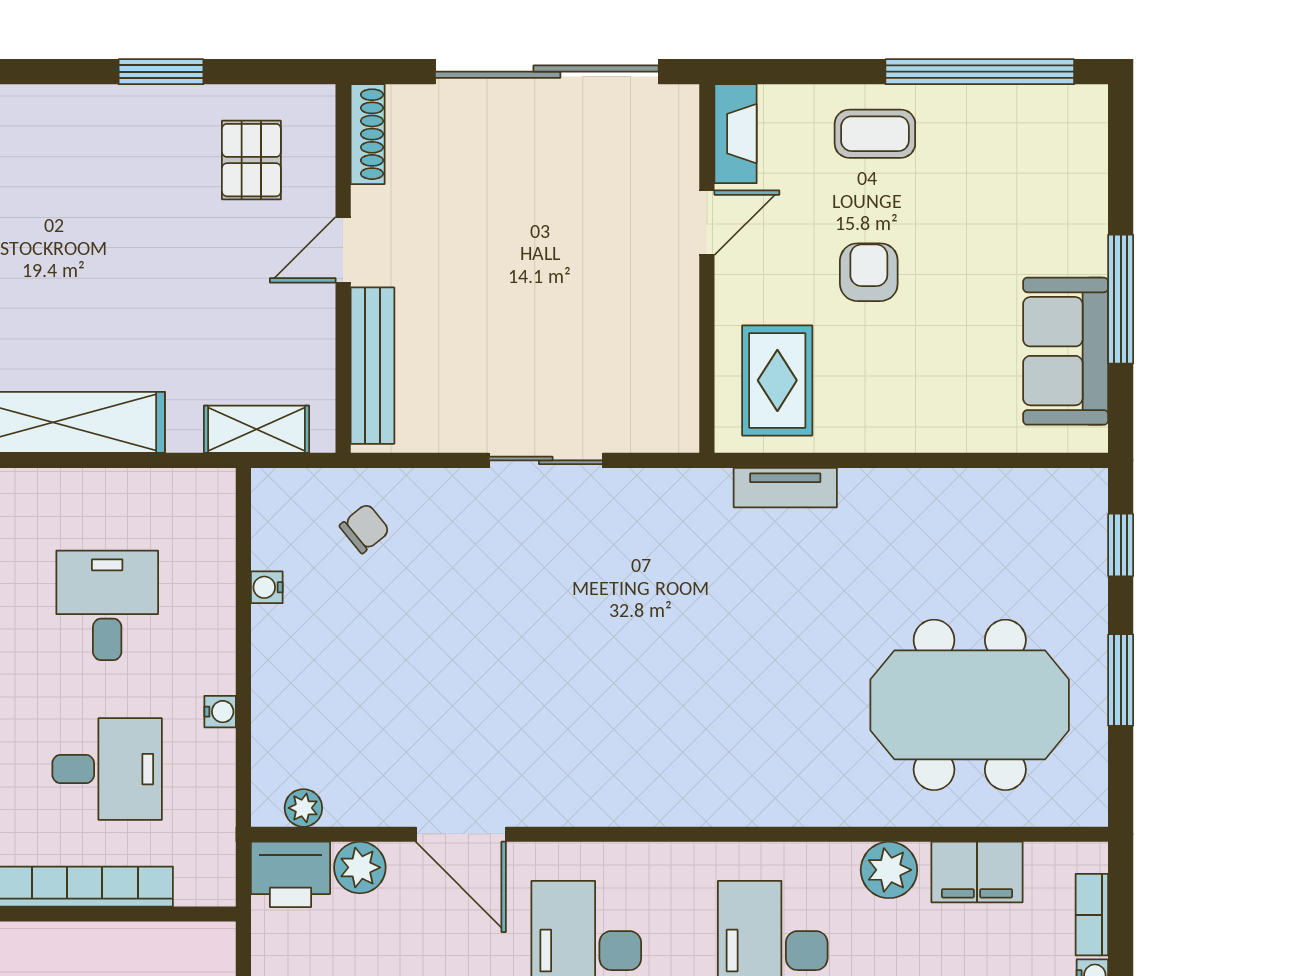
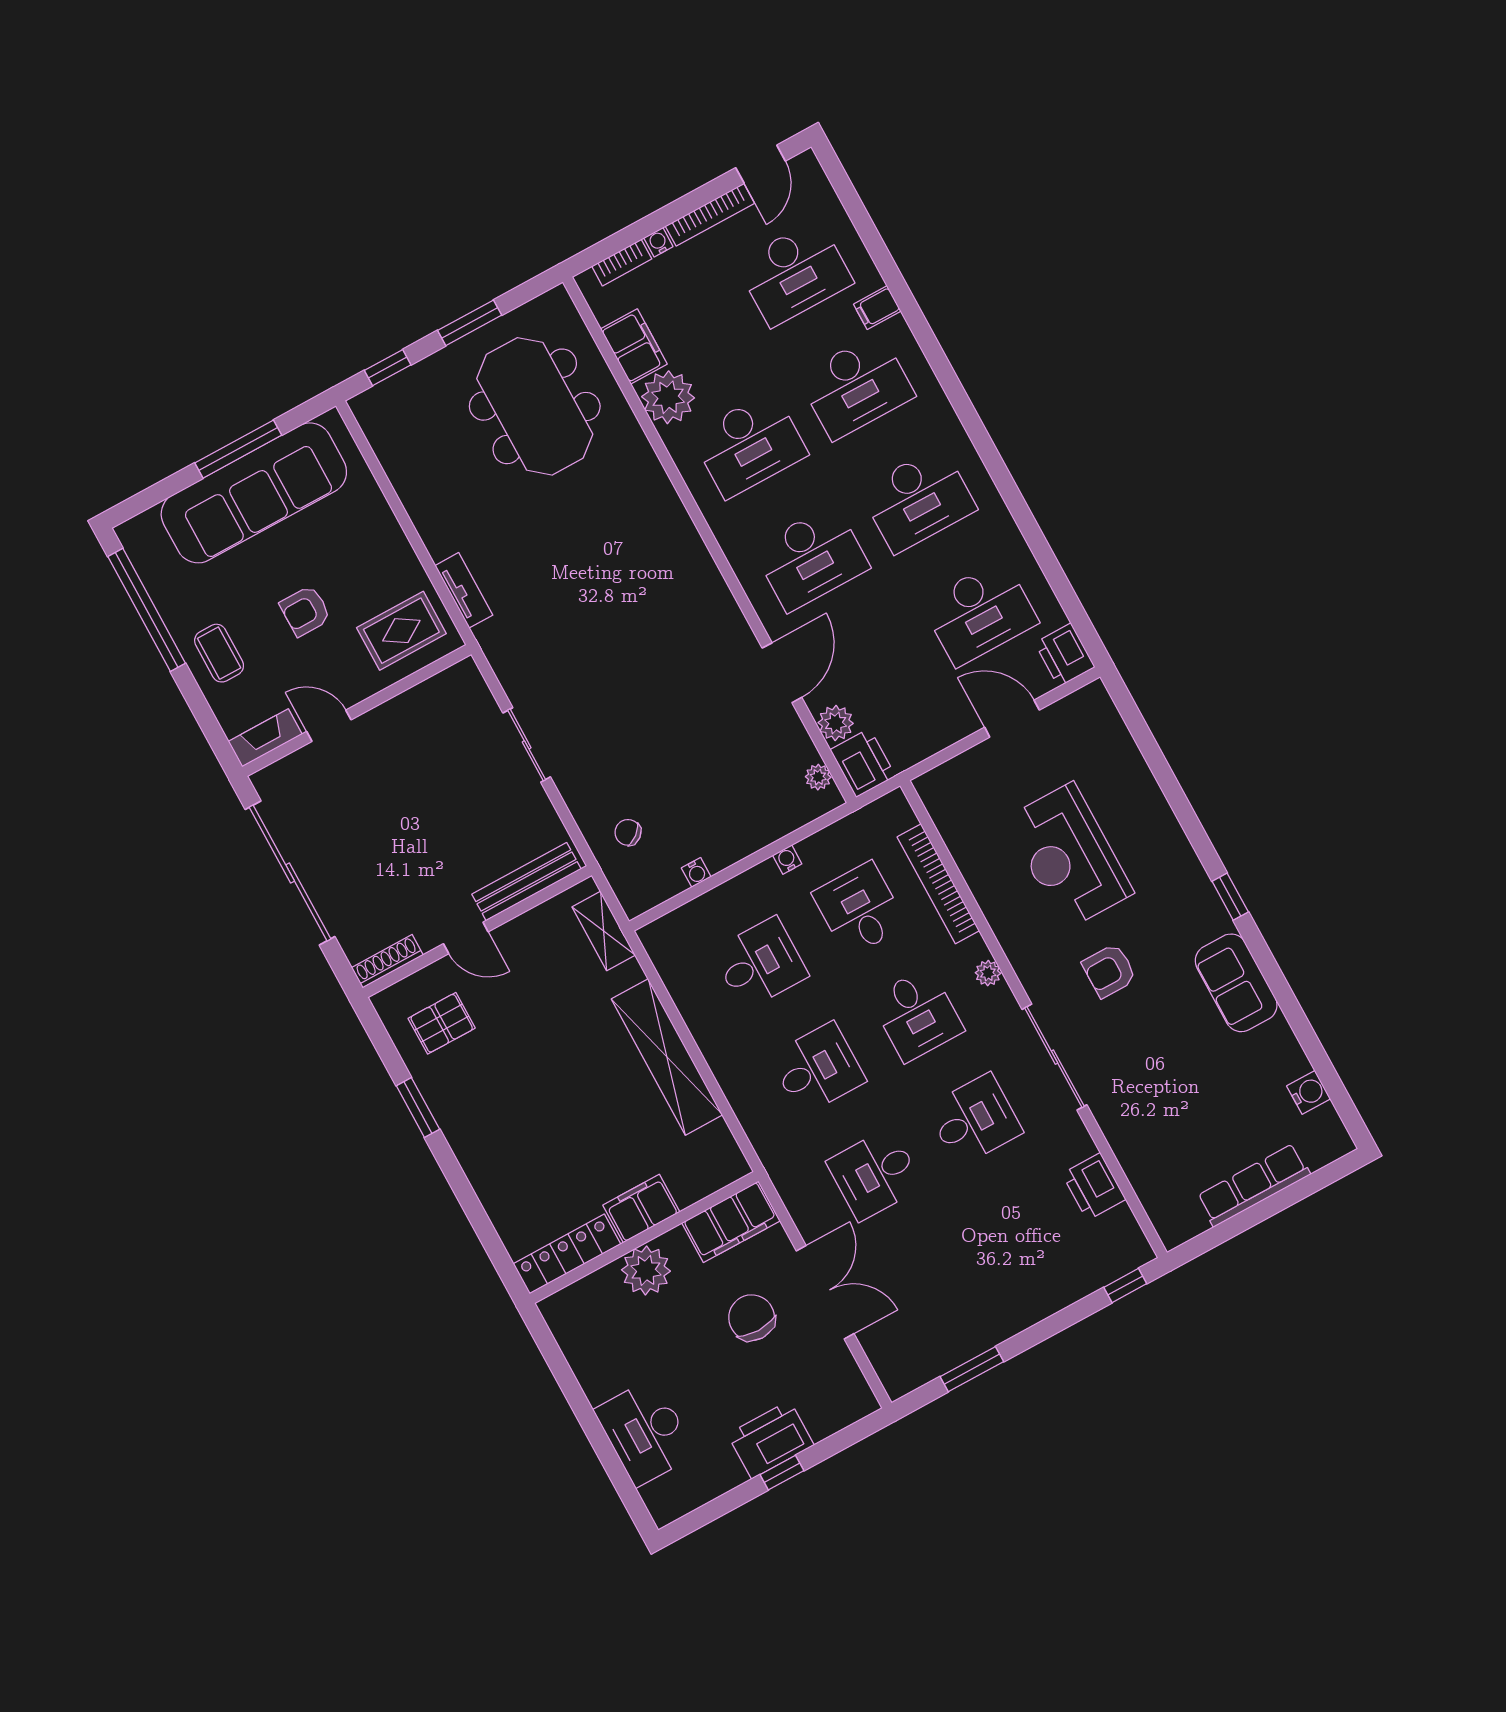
sofa: (1066, 351) -> (254, 493), width x1.85, depth x1.27
desk: (107, 605) -> (760, 963), turned 180
plant: (889, 870) -> (668, 397), width x1.36, depth x1.36

